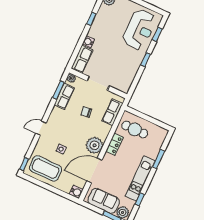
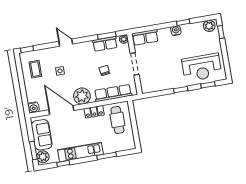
water cooler: (88, 42) -> (176, 31), moved
row of seats: (112, 112) -> (113, 93), width x1.48
coffee table: (46, 168) -> (35, 69), width x0.54, depth x0.58

